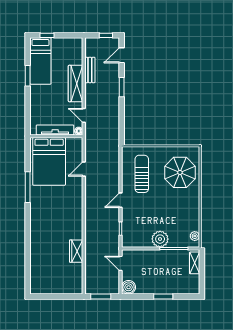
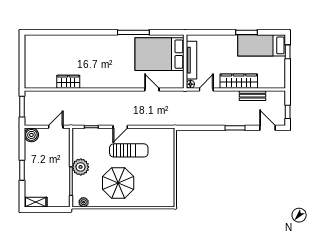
parasol: (180, 172) -> (118, 183), moved
sun lounger: (142, 174) -> (129, 150), moved
door: (120, 200) -> (120, 127), swing flipped
shelving: (195, 263) -> (36, 202), moved

